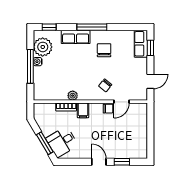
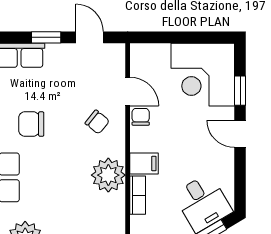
window: (150, 48) -> (46, 37), moved
plant: (73, 96) -> (108, 175), width x1.88, depth x1.88
corner desk: (130, 142) -> (203, 75), added
door: (99, 162) -> (240, 134), hinge flipped

